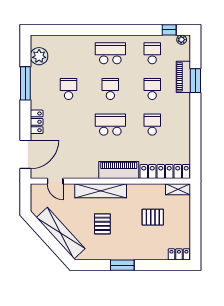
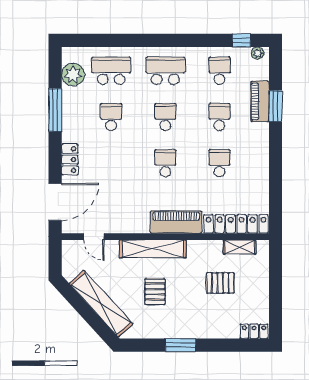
school desk: (69, 53) -> (111, 71), added
school desk: (110, 125) -> (165, 163), width x0.54
shelving: (178, 189) -> (240, 247), moved

